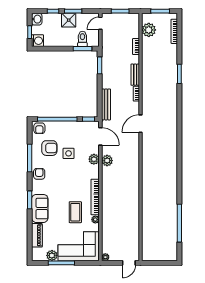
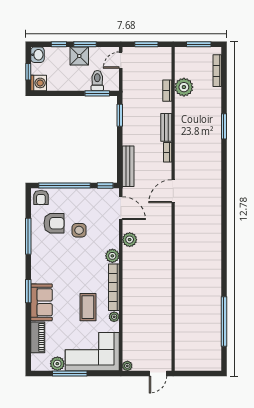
plant: (149, 30) -> (184, 87), moved
plant: (94, 159) -> (112, 256), moved
armchair: (39, 174) -> (41, 257), removed

